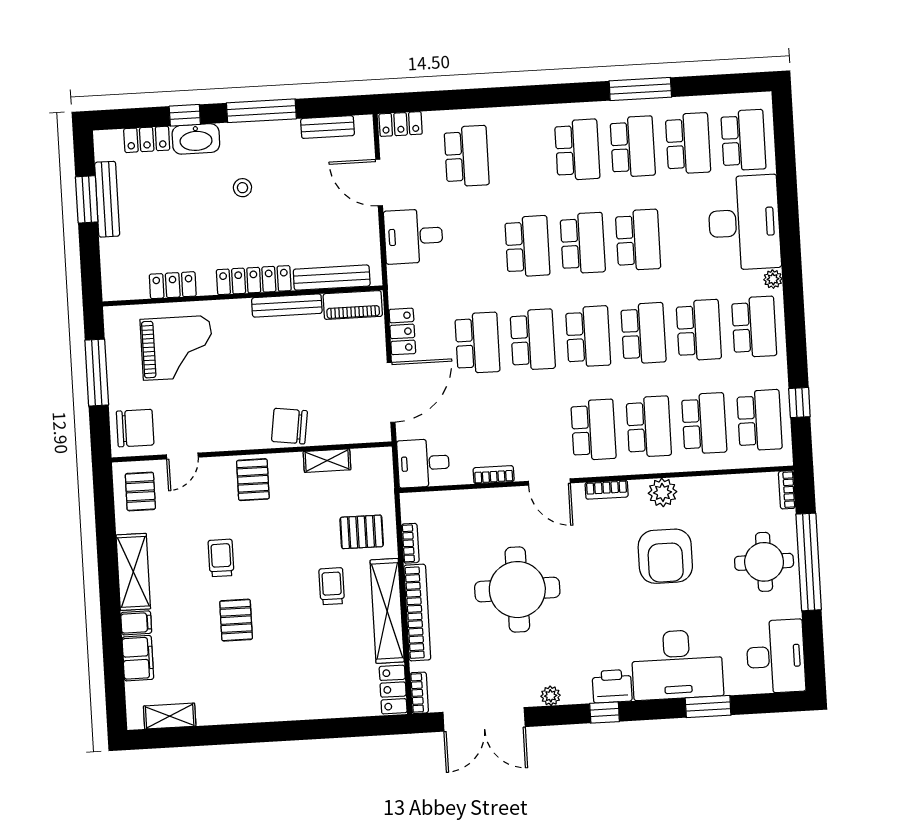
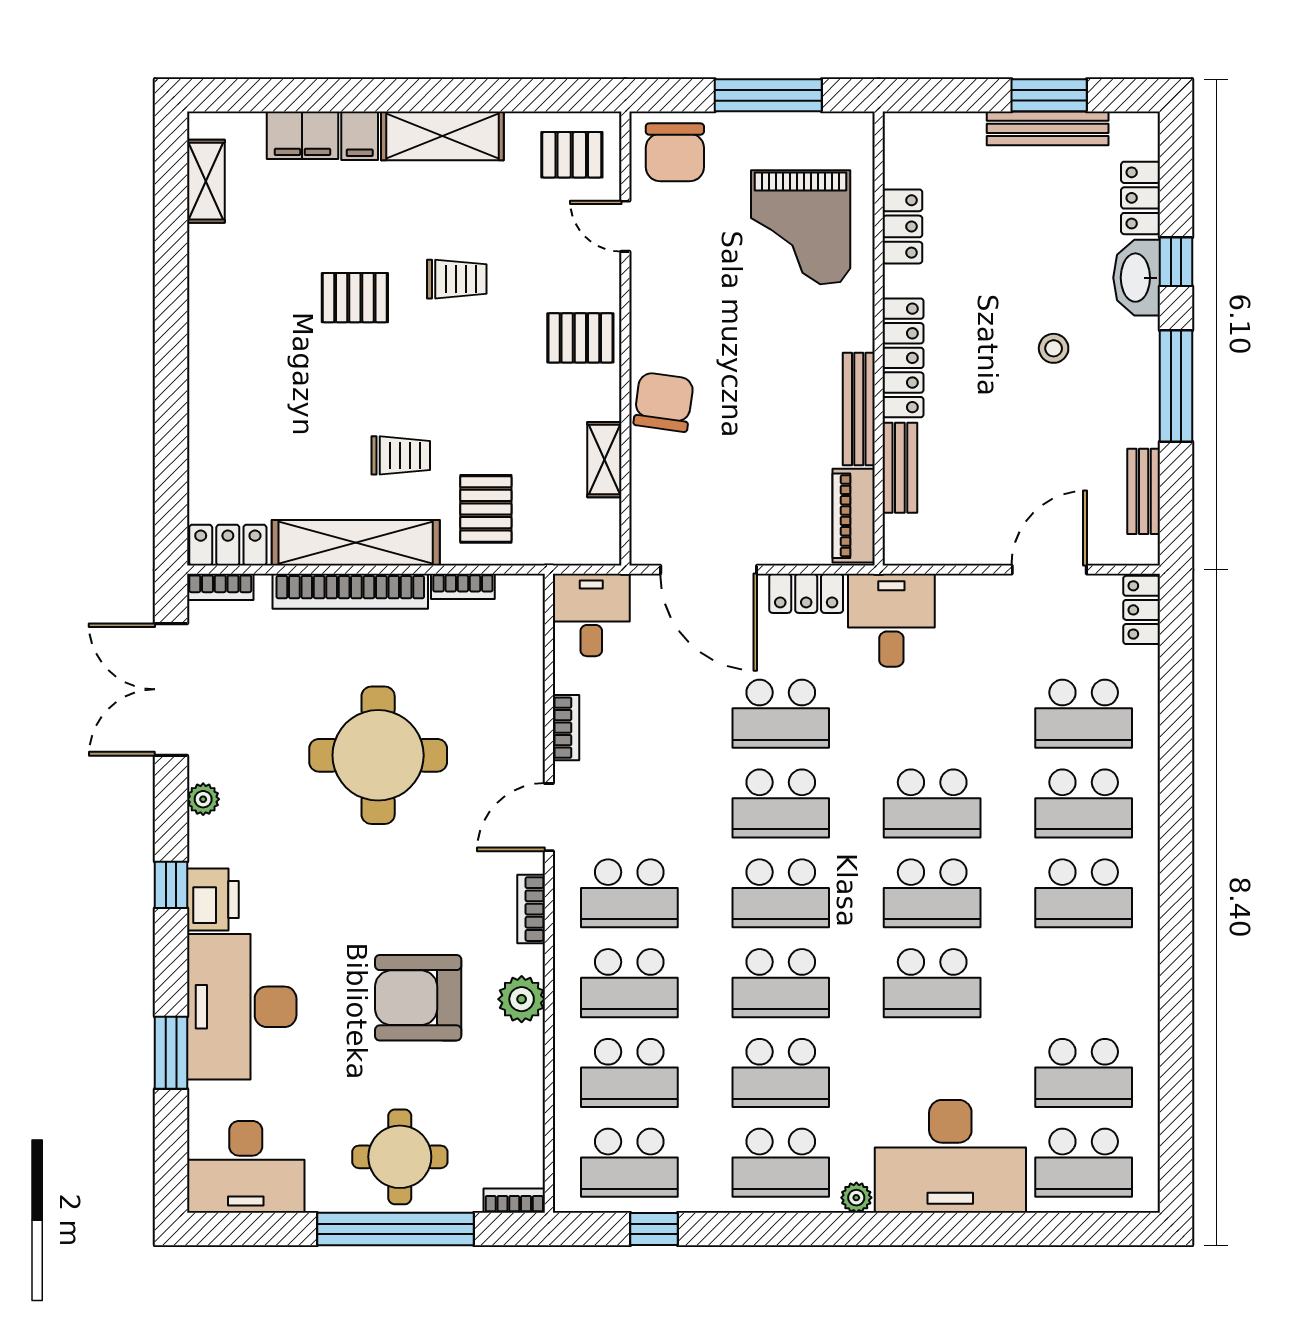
window: (640, 89) -> (1176, 1001), removed
school desk: (633, 147) -> (1084, 804), moved
desk: (413, 236) -> (891, 620), moved
bench: (332, 278) -> (900, 468), width x0.73

